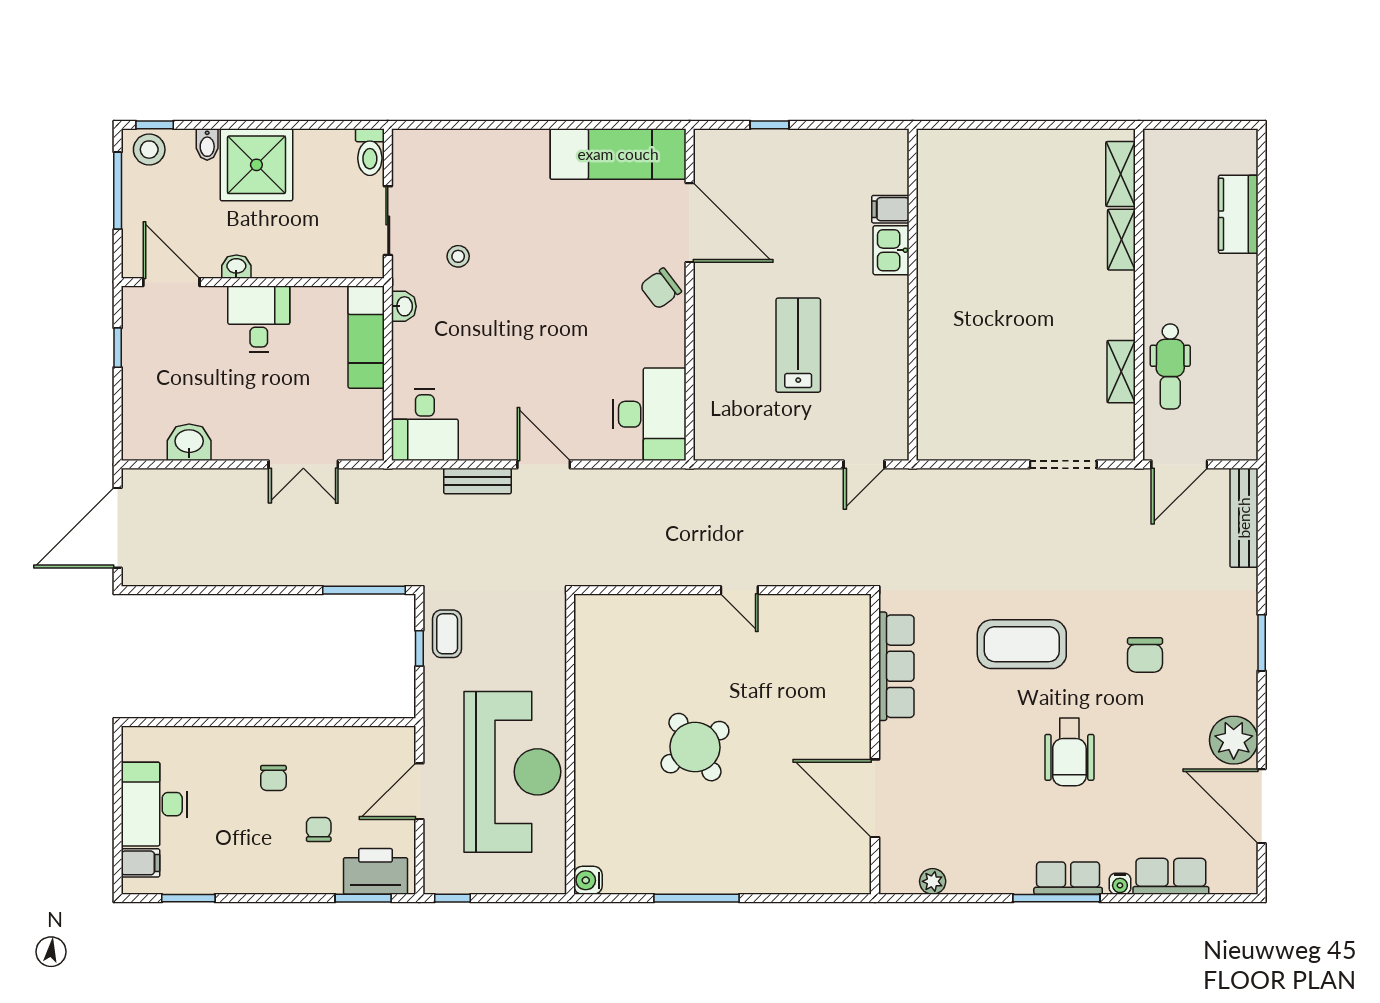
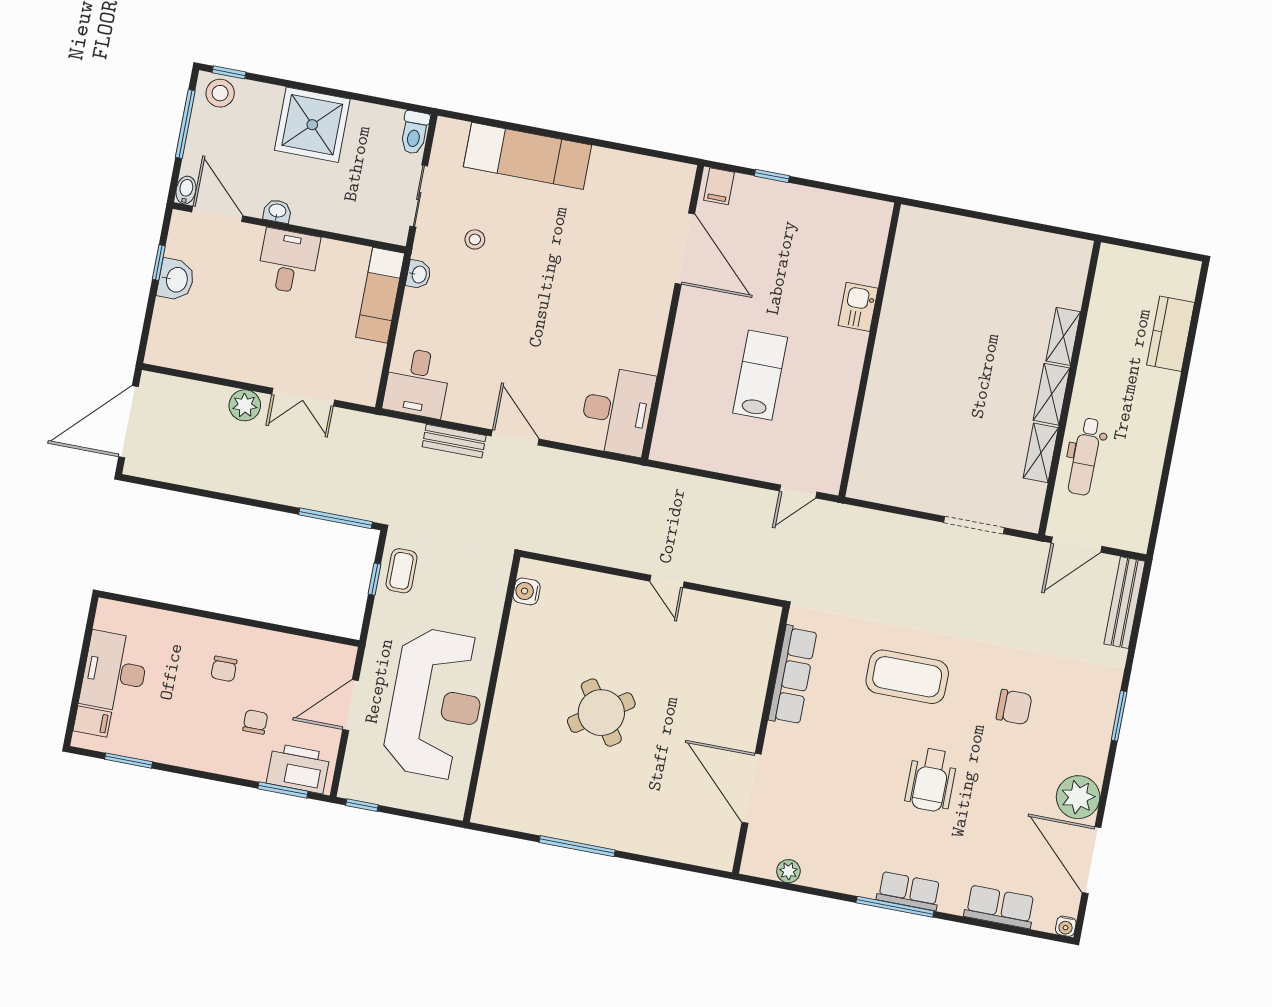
bidet: (207, 145) -> (186, 190), moved, turned 180
exam couch: (618, 154) -> (528, 156), moved
shelving: (1121, 174) -> (1051, 394), moved
filing cabinet: (890, 209) -> (719, 186), moved, turned -90
chair: (661, 289) -> (648, 302), removed
washbasin: (189, 442) -> (176, 280), moved, turned 90
plant: (241, 486) -> (245, 405), added
chair: (1145, 655) -> (1014, 707), turned -90
water cooler: (588, 880) -> (527, 591), moved
water cooler: (1120, 884) -> (1066, 926), moved

